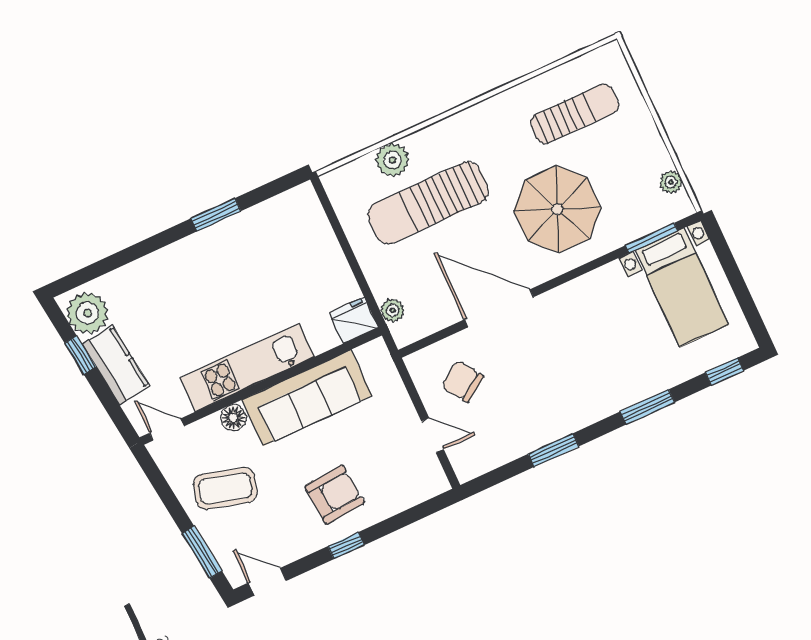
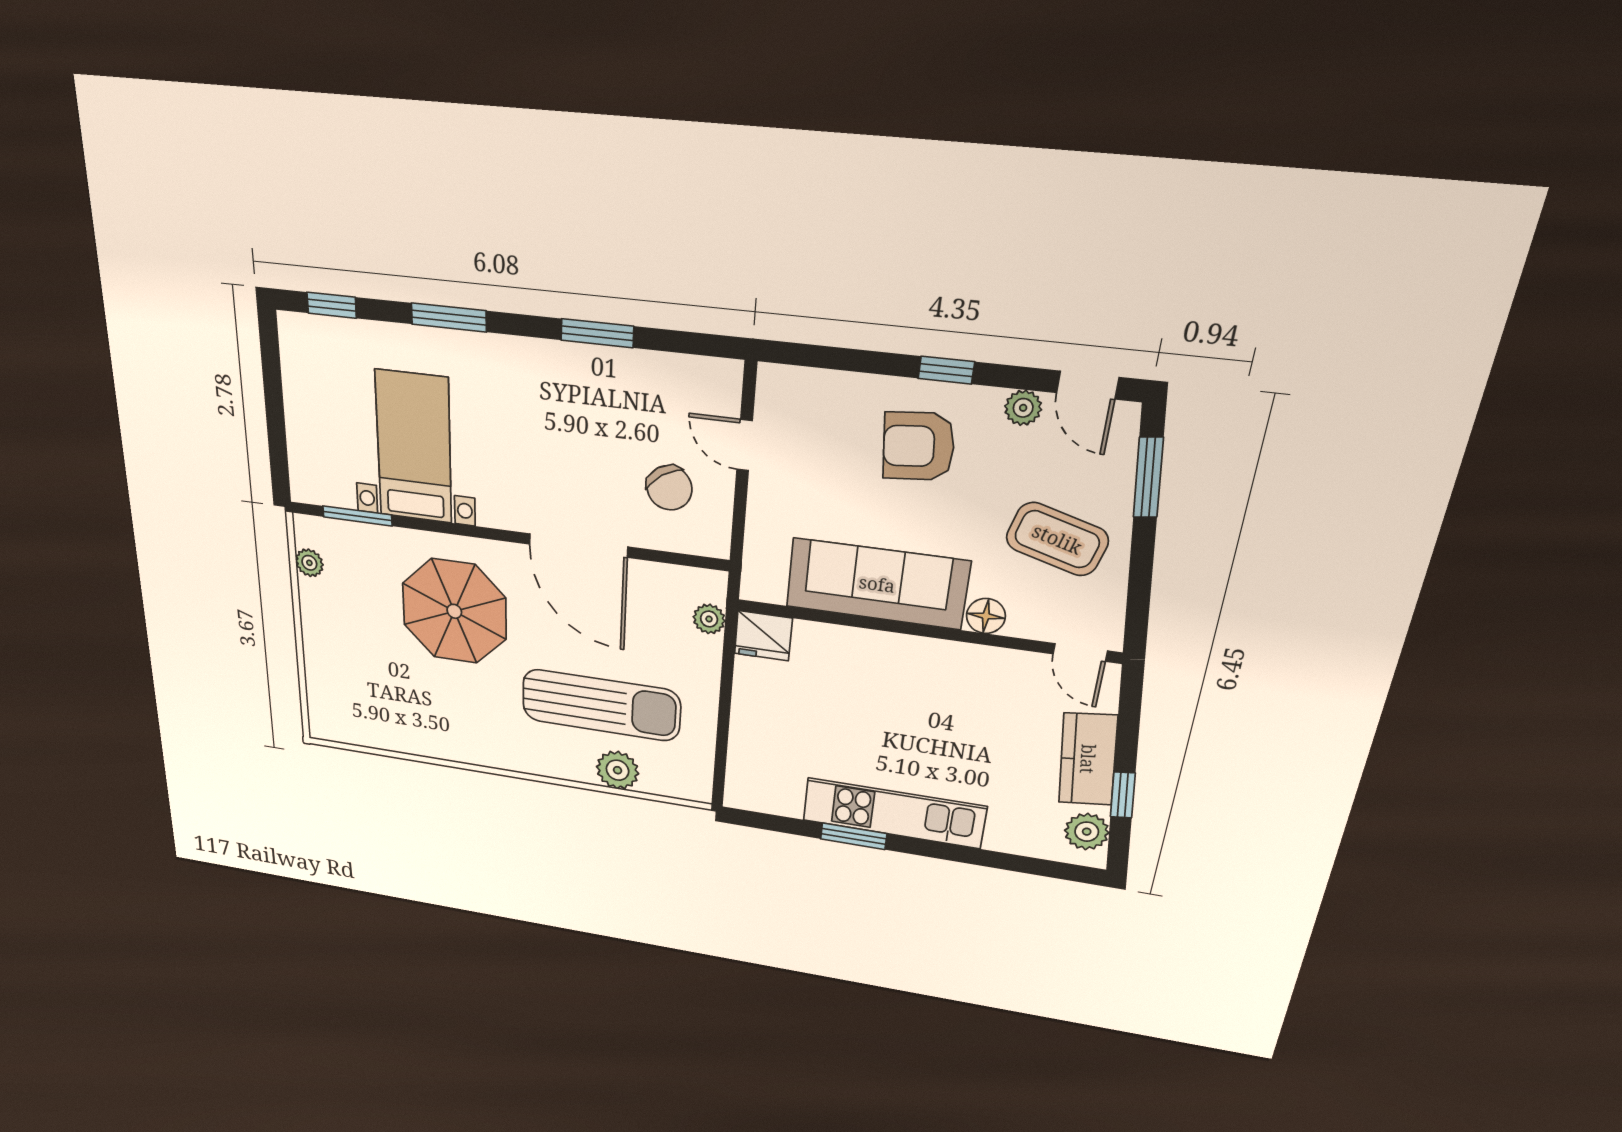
sun lounger: (575, 114) -> (389, 695), removed
bed with nightstands: (682, 287) -> (414, 447), moved
plant: (87, 313) -> (1087, 832), width x0.73, depth x0.73
kitchen unit: (247, 367) -> (894, 813), moved, turned 180
plant: (292, 550) -> (1023, 408), added

